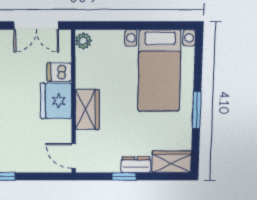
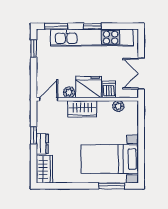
plant: (83, 41) -> (118, 106), moved
window: (197, 110) -> (112, 186), moved
plant: (64, 128) -> (69, 92), added

